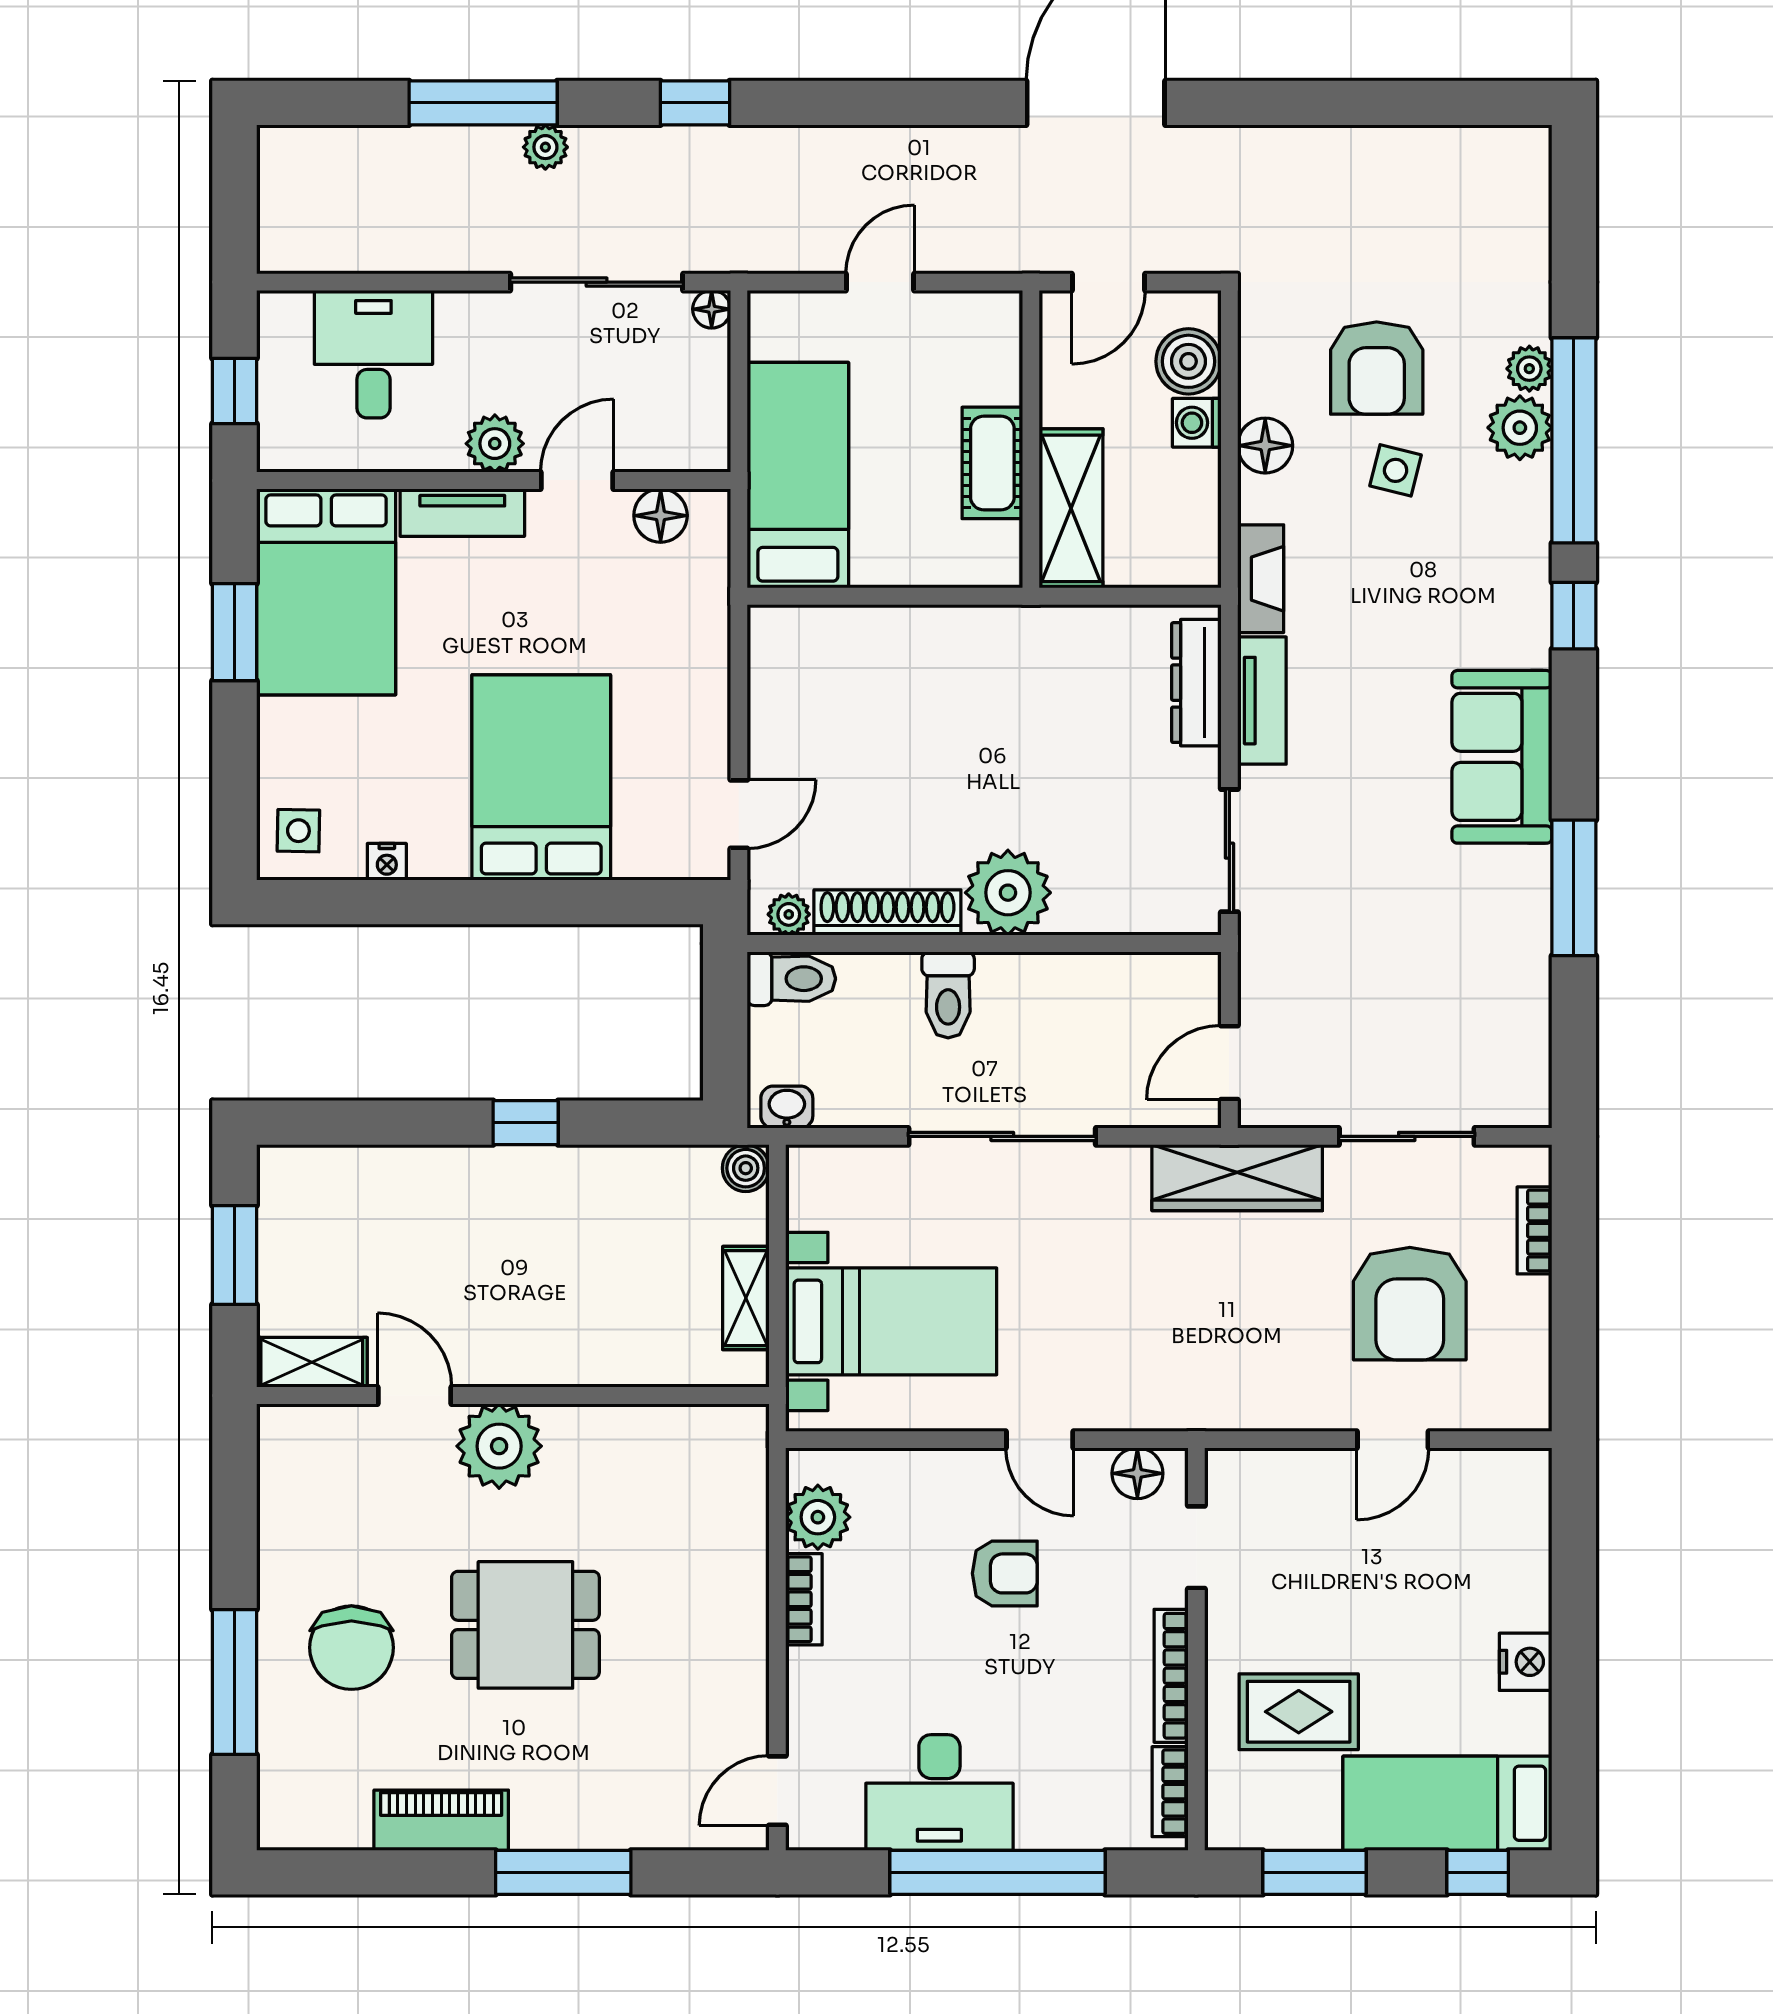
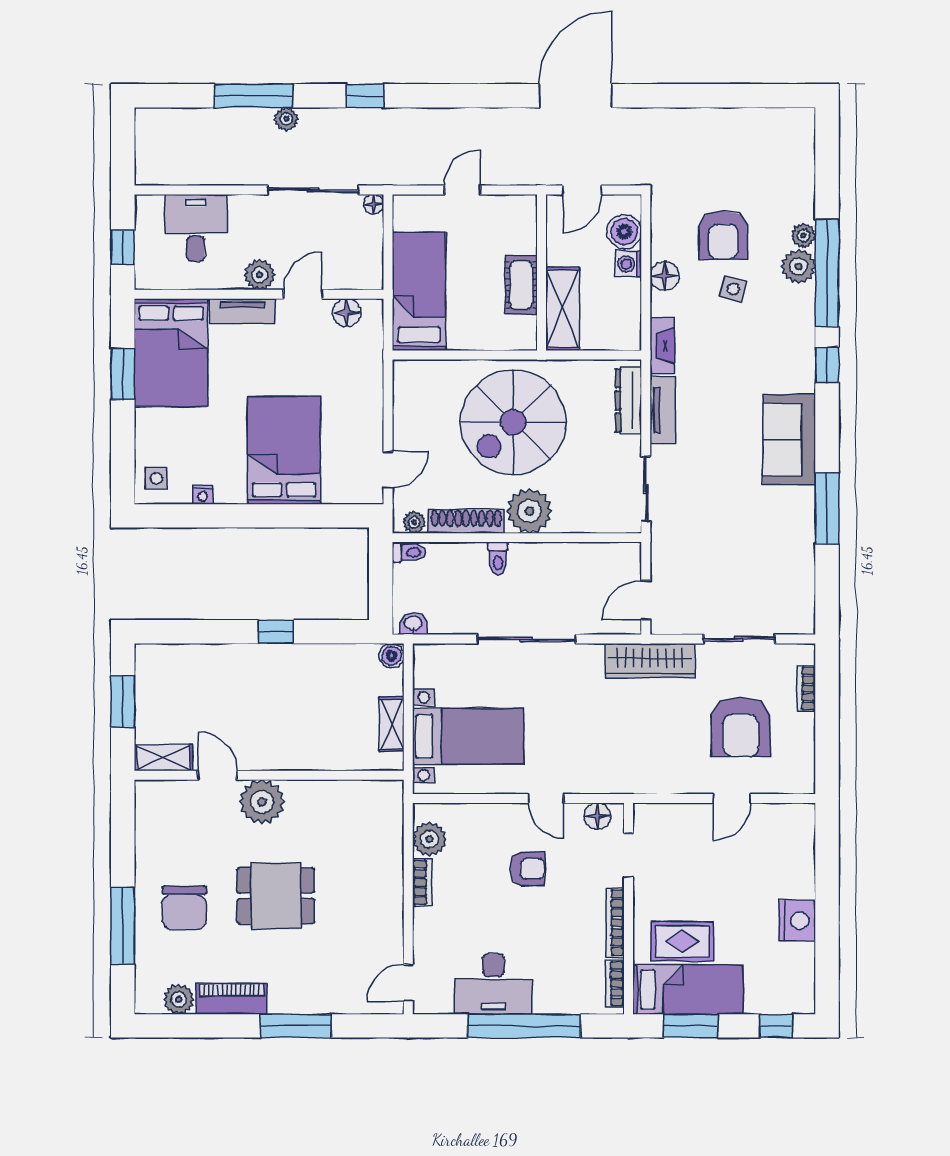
spiral stairs: (977, 724) -> (513, 422), added
toilet: (791, 979) -> (409, 552), width x0.73, depth x0.72
toilet: (948, 995) -> (498, 558), width x0.73, depth x0.72
nightstand: (1526, 1662) -> (797, 921), width x1.36, depth x1.33
bed: (1447, 1803) -> (688, 990), moved, turned 180
plant: (341, 1822) -> (179, 999), added

